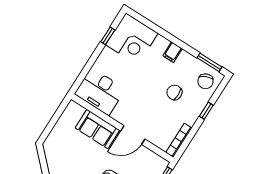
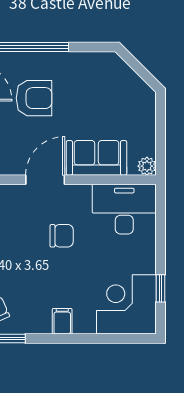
chair: (174, 92) -> (62, 236), moved
plant: (73, 107) -> (147, 166), added

